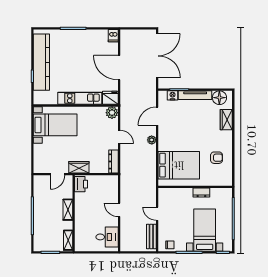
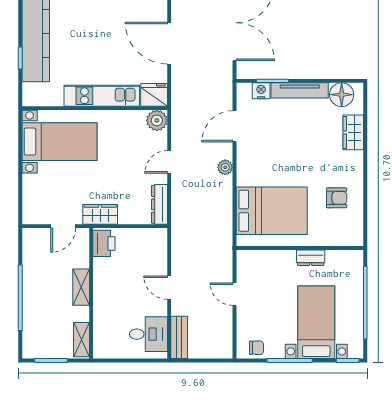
door: (119, 137) -> (169, 162), swing flipped
bench: (151, 237) -> (179, 337), moved

